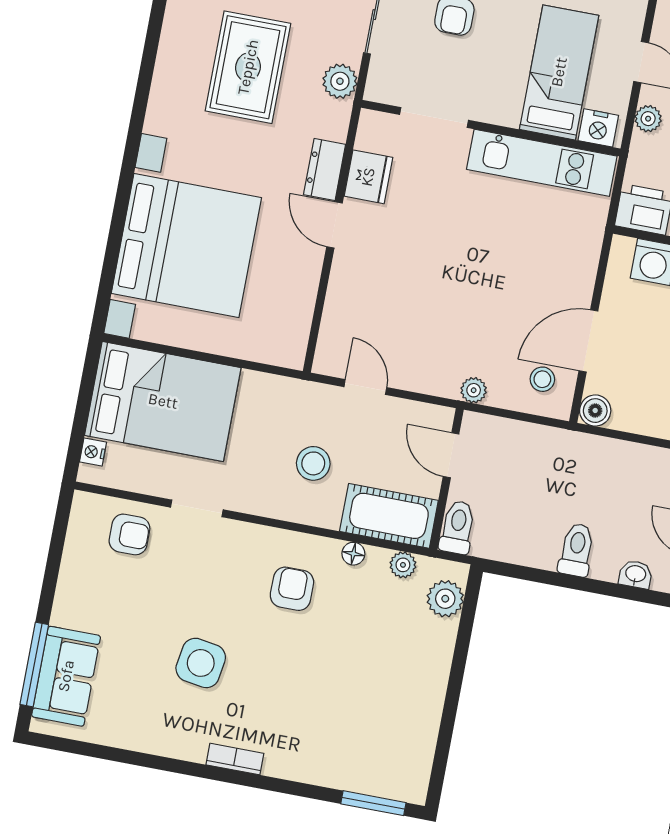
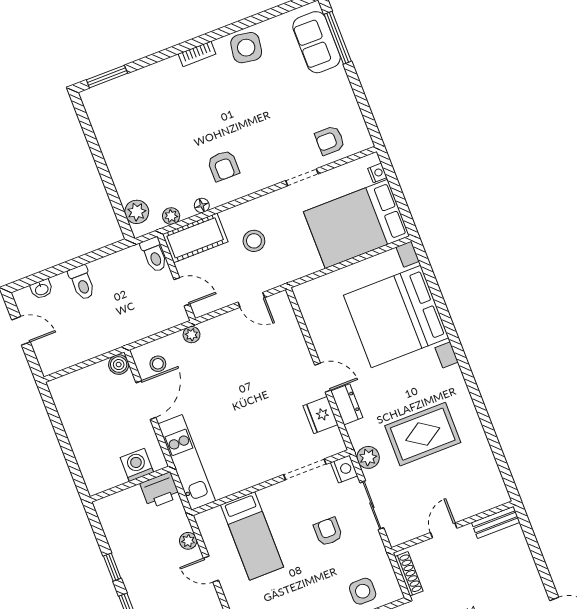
rug: (248, 67) -> (423, 434), turned 90
nightstand: (598, 128) -> (344, 469), moved, turned 90
kitchen unit: (542, 163) -> (187, 462), moved, turned 90
side table: (201, 663) -> (246, 48), moved

